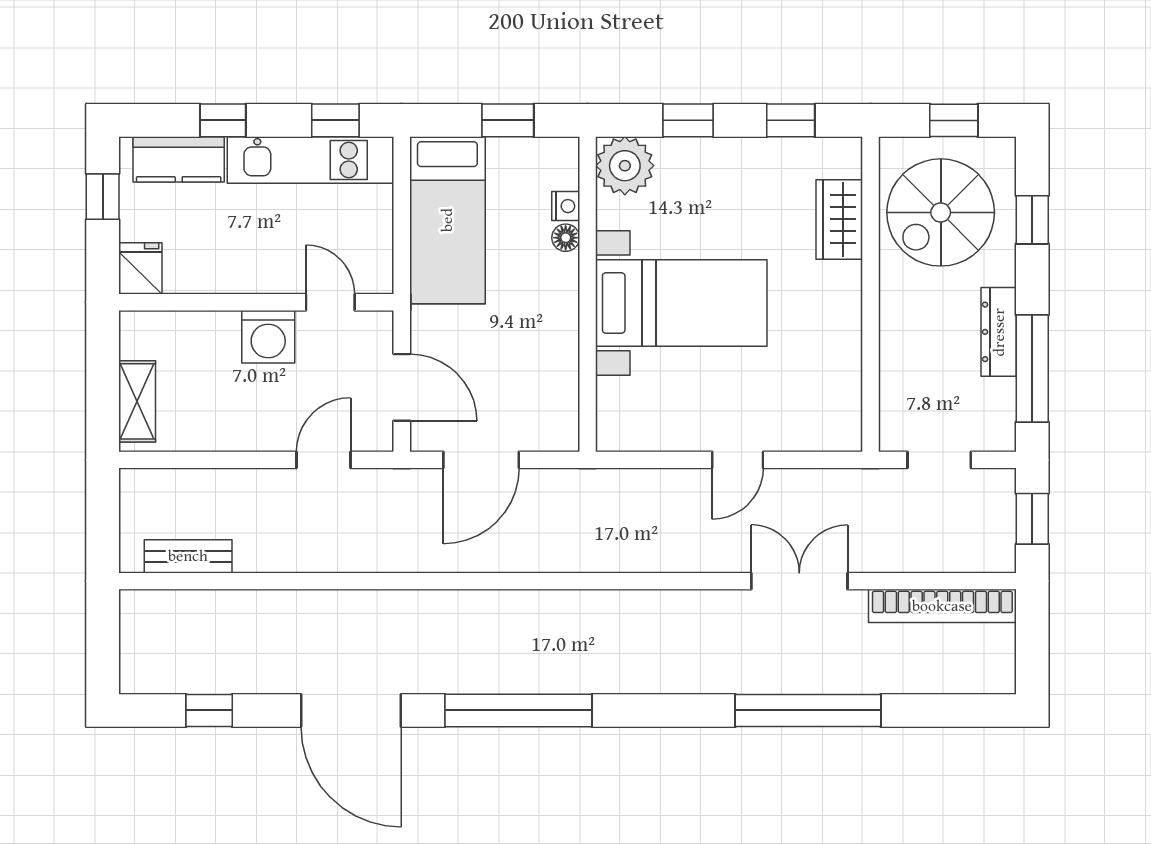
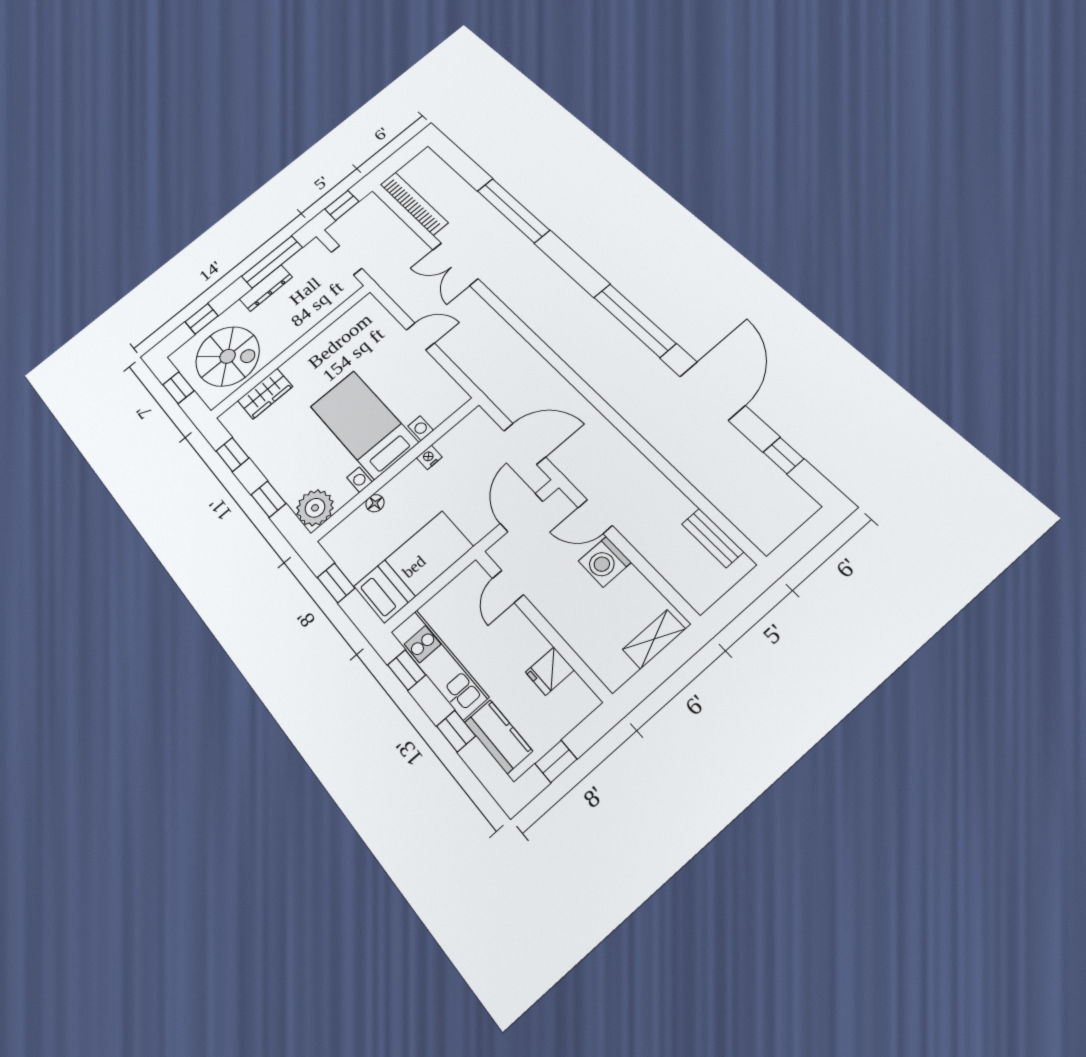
nightstand: (566, 206) -> (429, 457), moved
fridge: (140, 268) -> (550, 671), moved
washing machine: (268, 337) -> (605, 562), moved, turned 180

